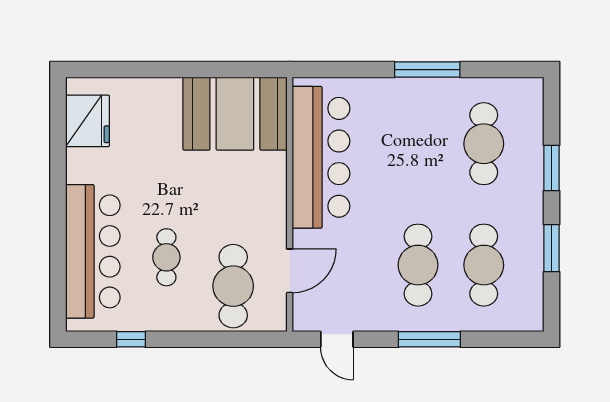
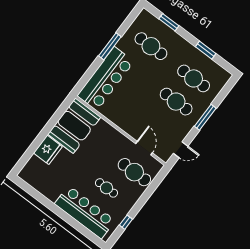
fridge: (88, 121) -> (48, 150), moved, turned 90
bar counter: (321, 157) -> (106, 79), moved, turned 90
window: (552, 168) -> (169, 22), moved

